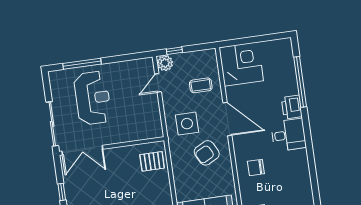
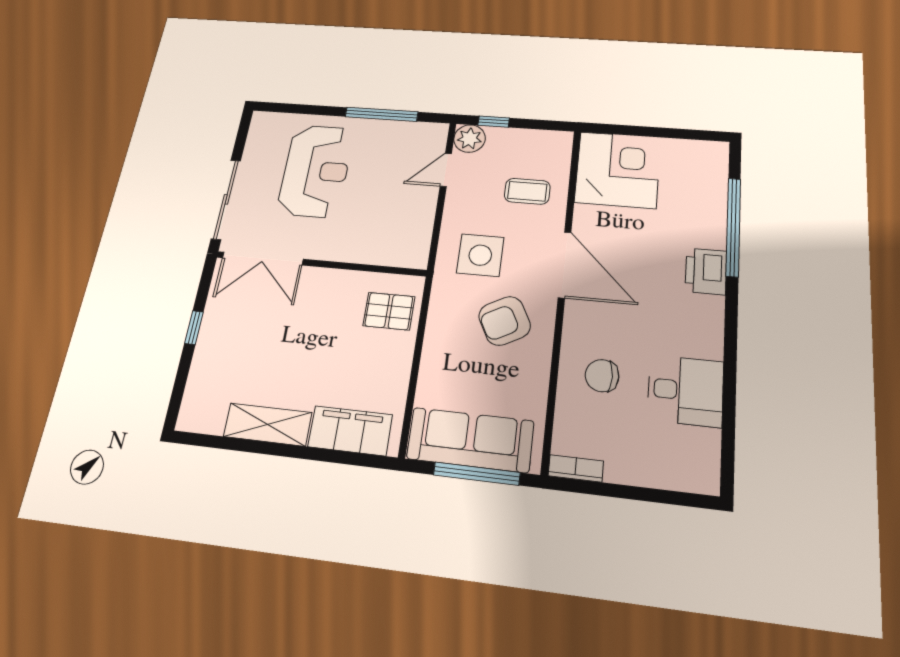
window: (82, 64) -> (382, 114), moved
desk: (289, 135) -> (685, 391), moved

